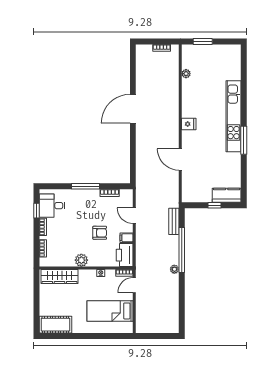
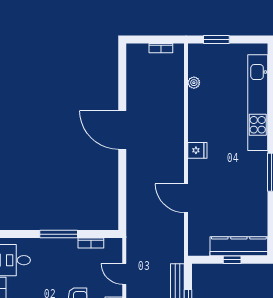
door: (133, 109) -> (122, 130), hinge flipped
kitchen unit: (234, 116) -> (258, 103), moved
kitchen counter: (227, 195) -> (239, 246), width x1.50

